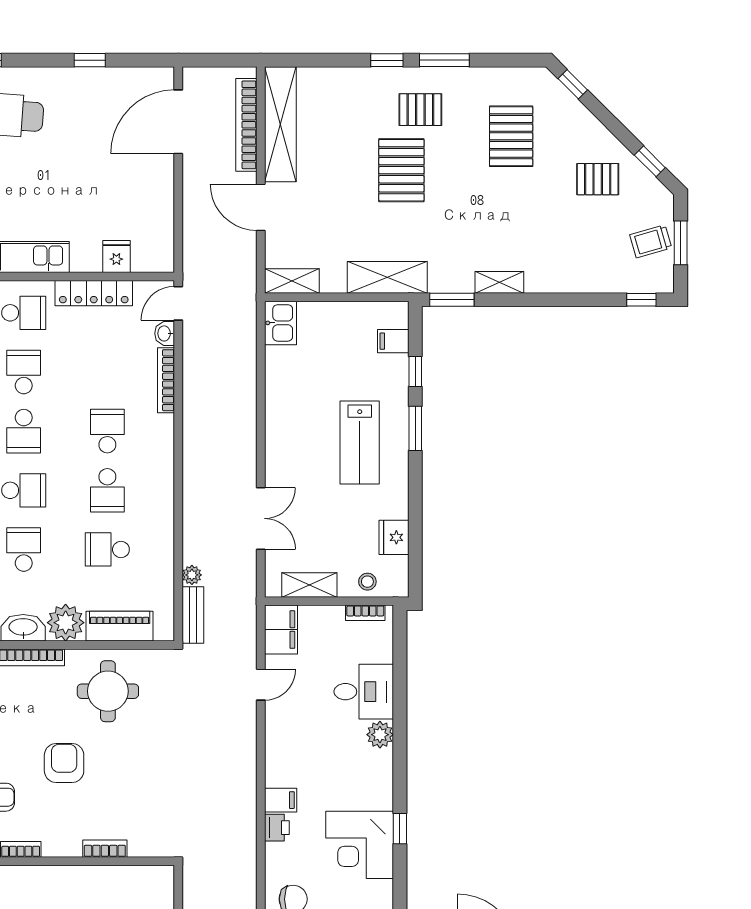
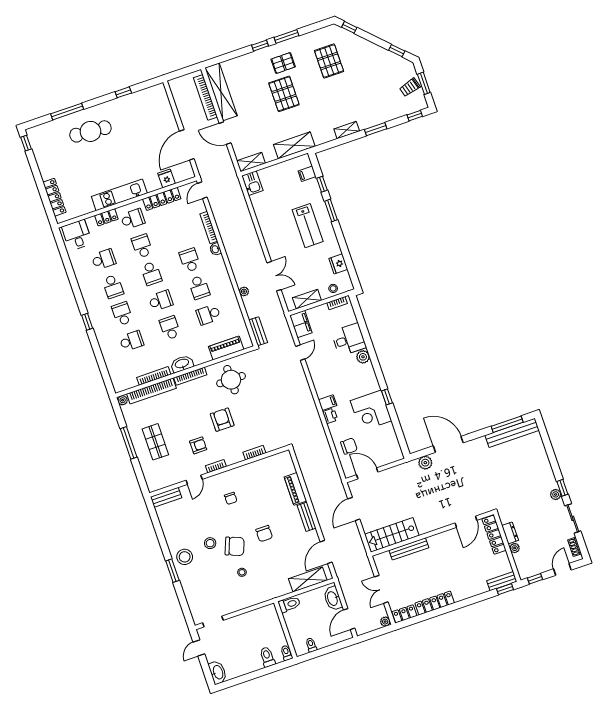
door: (178, 122) -> (187, 145), moved
pallet: (598, 179) -> (376, 67), removed
window: (452, 300) -> (376, 129), moved
washbasin: (165, 333) -> (215, 249), moved
plant: (192, 575) -> (244, 291), moved
plant: (66, 623) -> (201, 355), removed

